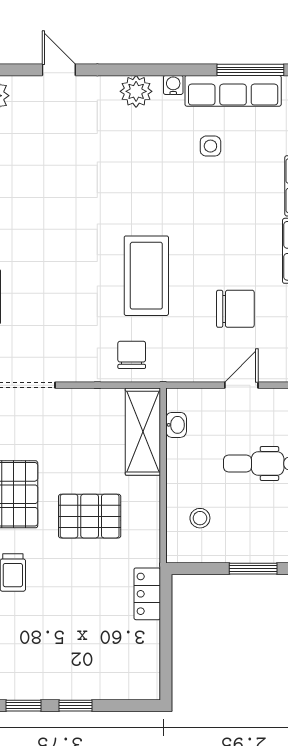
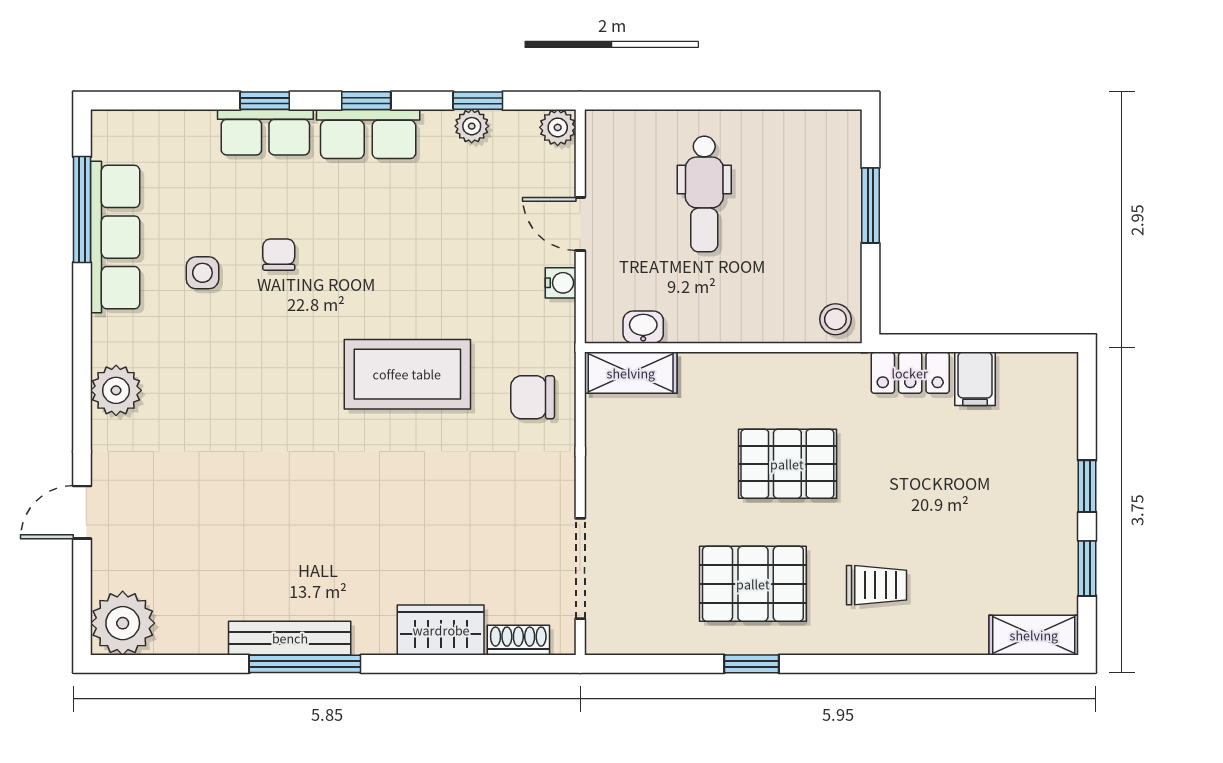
water cooler: (173, 85) -> (561, 283), moved, turned 180
chair: (235, 309) -> (279, 255), moved, width x0.54, depth x0.54
shelving: (143, 432) -> (631, 373), width x0.67, depth x0.75
pallet: (90, 516) -> (787, 464), turned 90
stool: (200, 518) -> (835, 319), moved
filing cabinet: (143, 635) -> (975, 379), added

